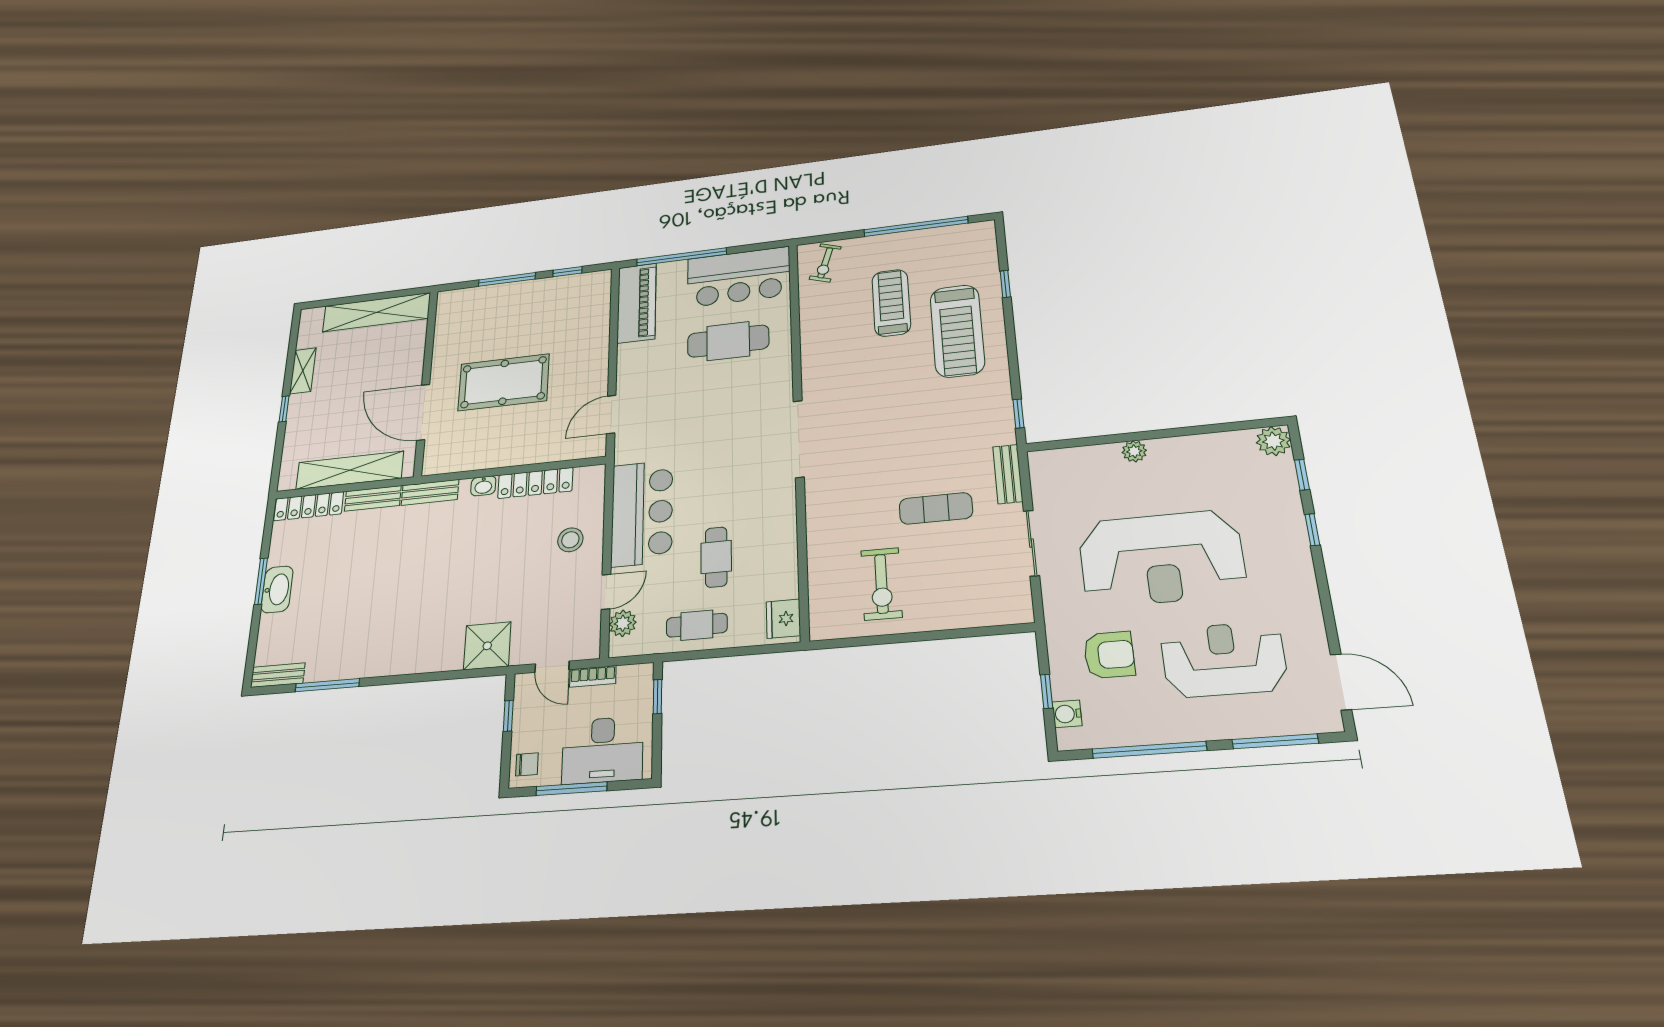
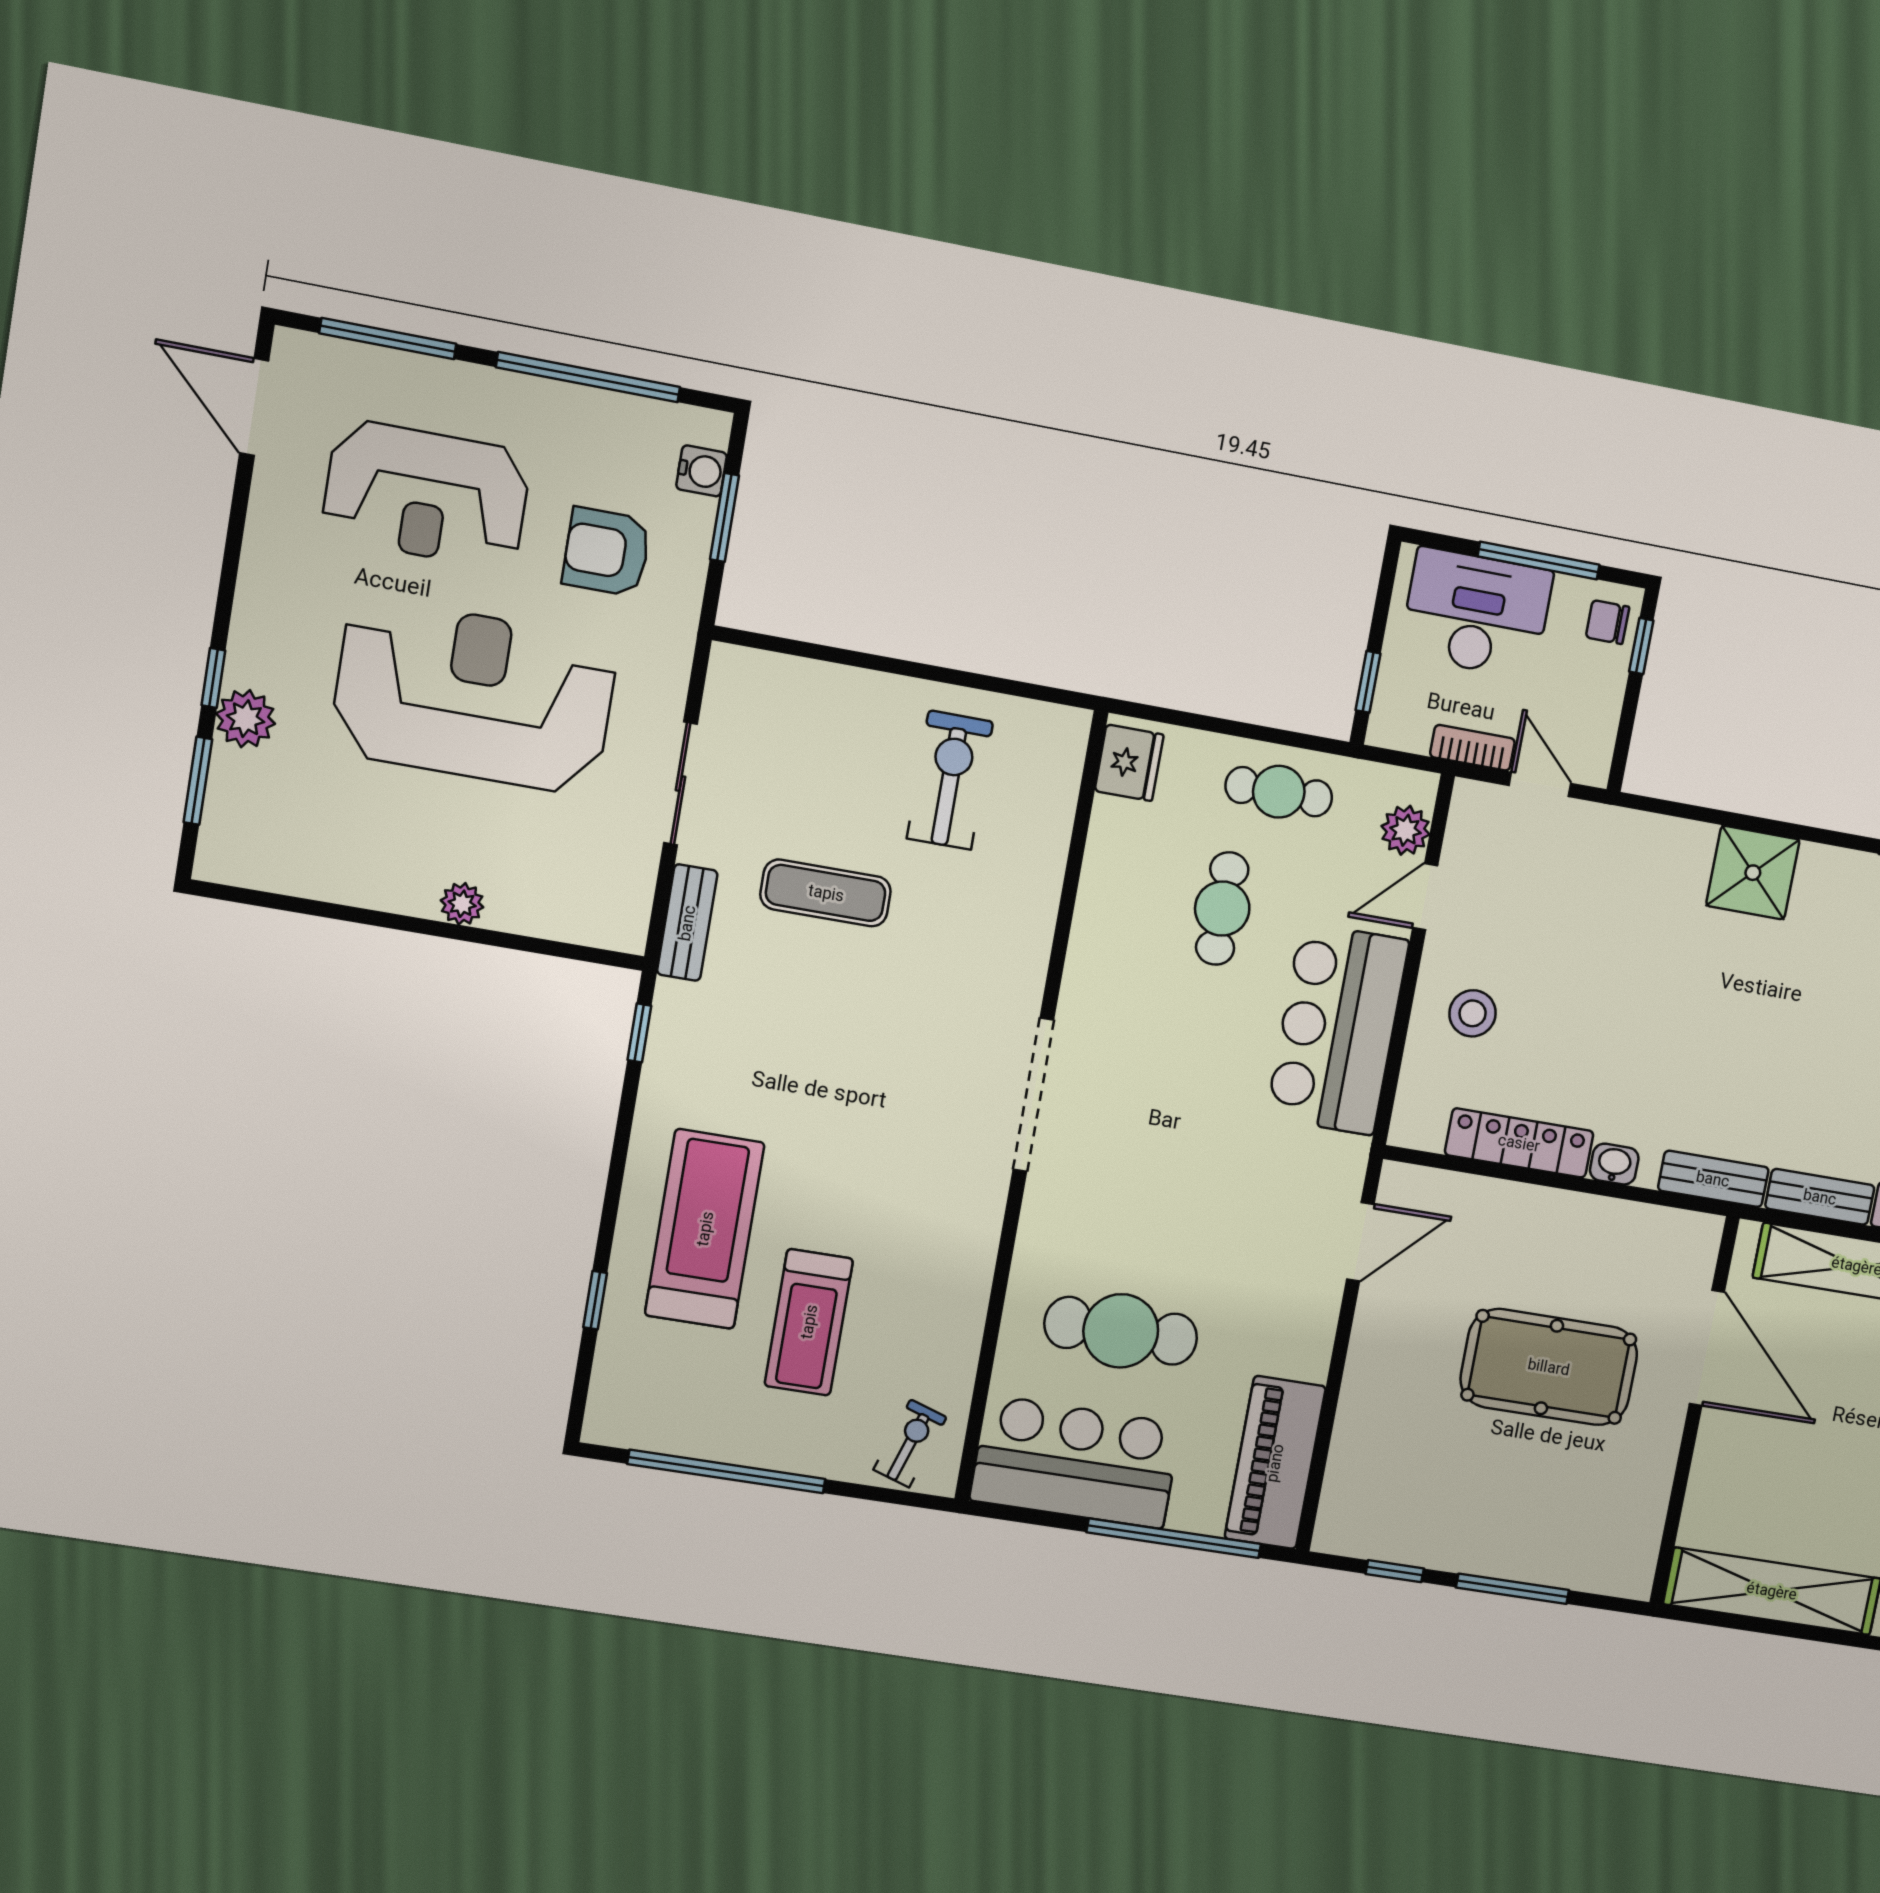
plant: (1273, 441) -> (246, 719), moved
window: (1302, 475) -> (198, 781), width x1.50
shower: (487, 646) -> (1753, 873), moved
window: (1046, 691) -> (724, 517), width x1.50
window: (508, 716) -> (1641, 646), moved

